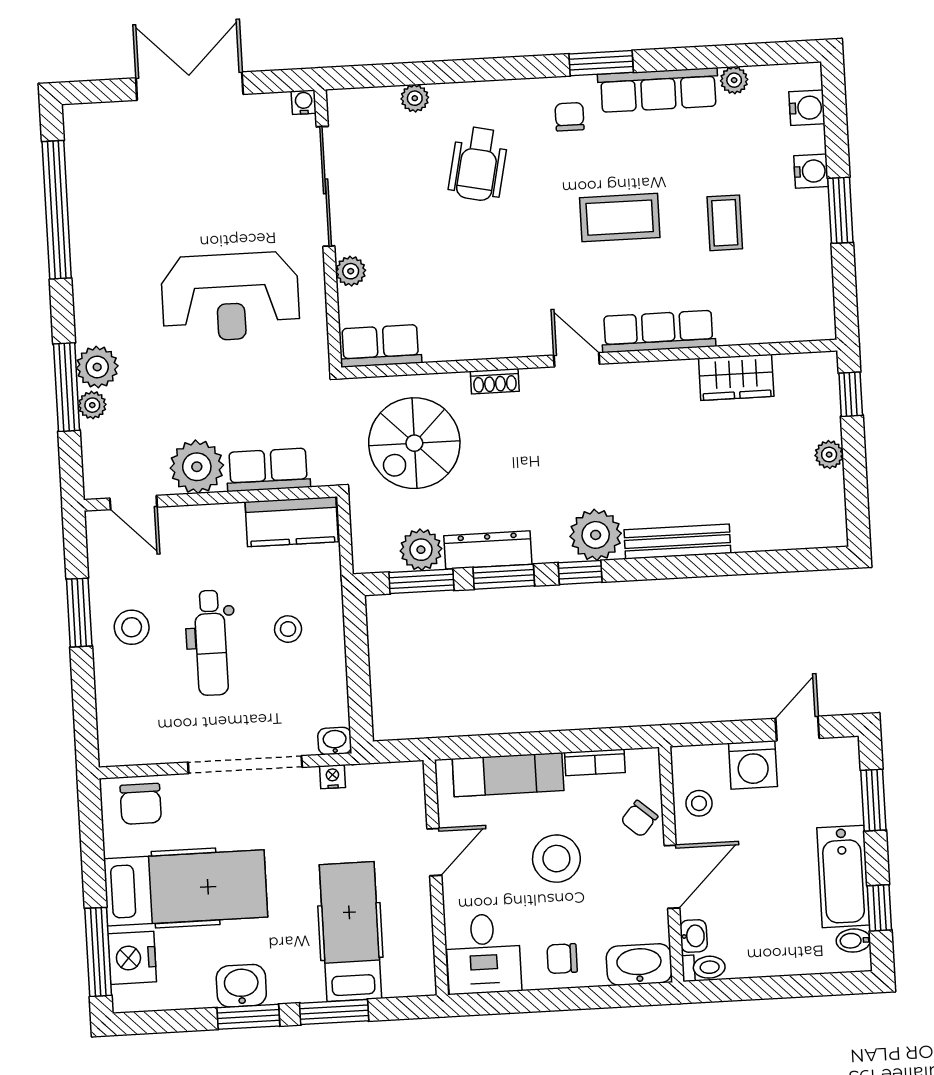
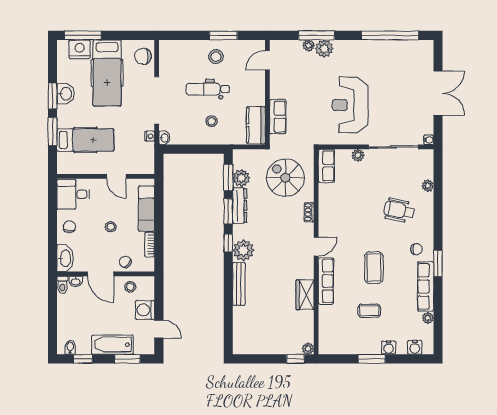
wardrobe: (736, 377) -> (305, 295), moved
plant: (829, 455) -> (308, 349), moved
plant: (197, 467) -> (281, 87), removed
stool: (556, 859) -> (111, 227), width x0.53, depth x0.53
bathtub: (843, 876) -> (112, 345), moved

